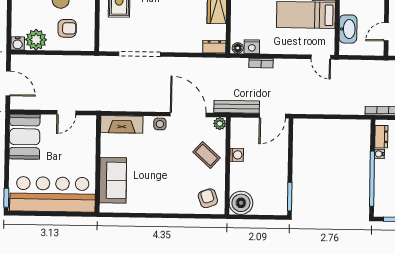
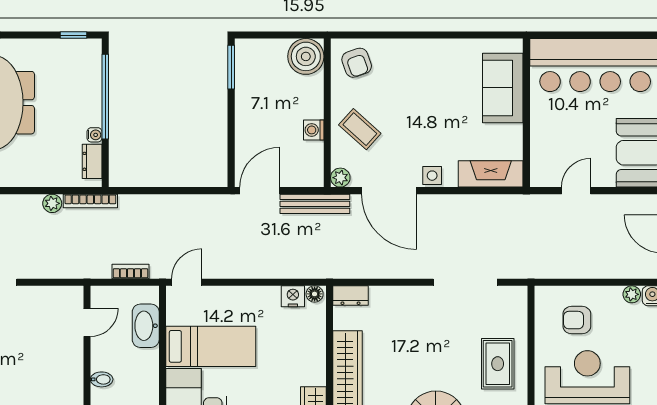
plant: (36, 40) -> (632, 294), width x0.53, depth x0.53
door: (321, 57) -> (187, 282), hinge flipped
bookcase: (261, 63) -> (130, 271), moved

